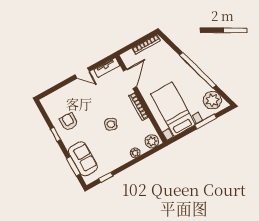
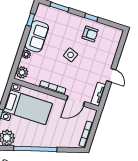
door: (82, 73) -> (111, 75), swing flipped
door: (130, 79) -> (76, 101), hinge flipped
side table: (111, 124) -> (71, 55), moved
sofa: (83, 159) -> (37, 36), moved, turned -90

